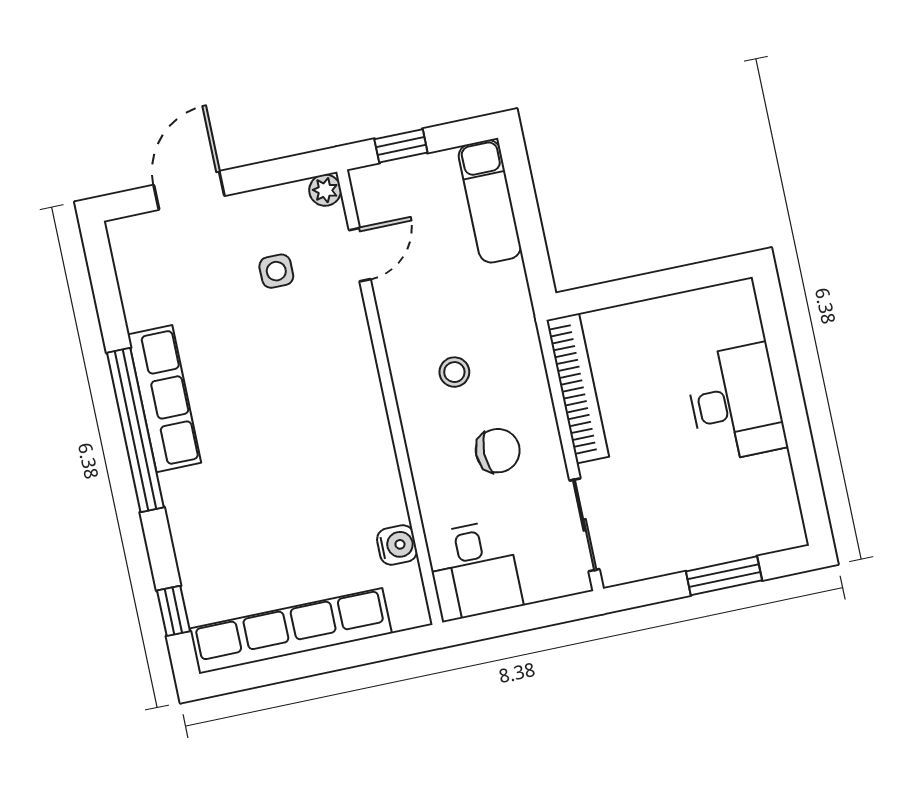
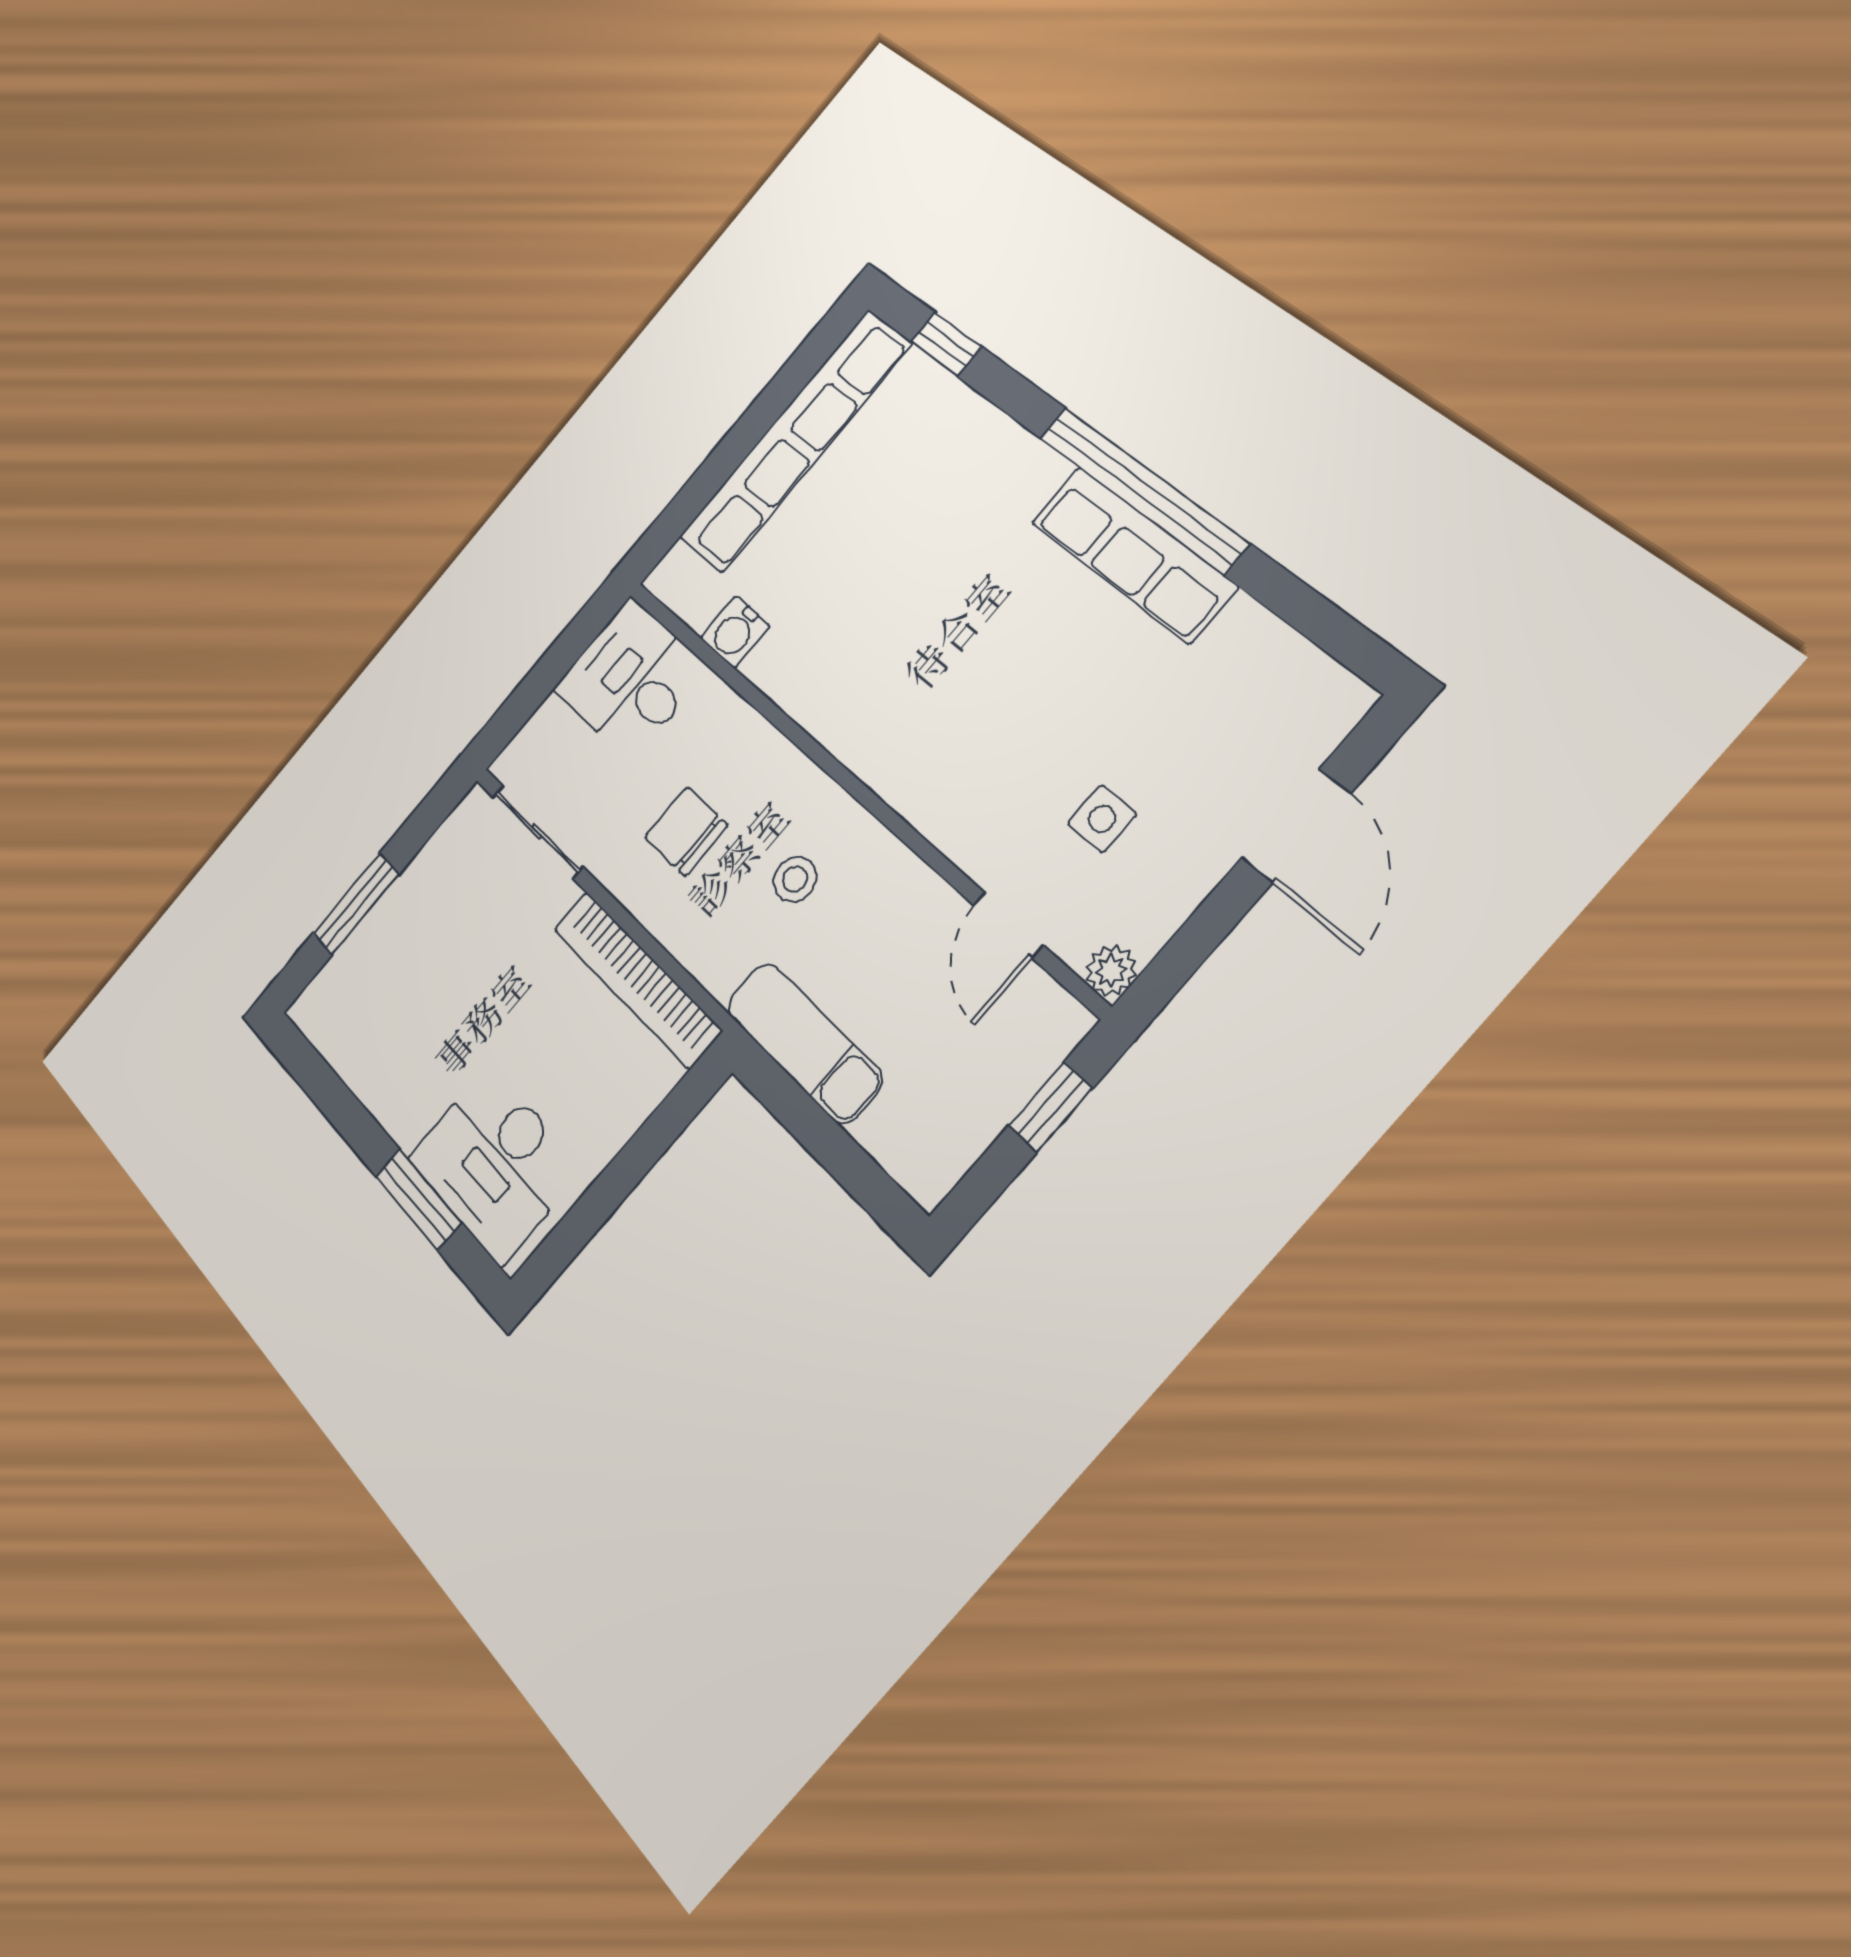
exam couch: (490, 201) -> (804, 1043), moved
window: (783, 364) -> (419, 1199), added
desk: (736, 403) -> (495, 1164), moved
chair: (498, 451) -> (686, 831), turned 90

